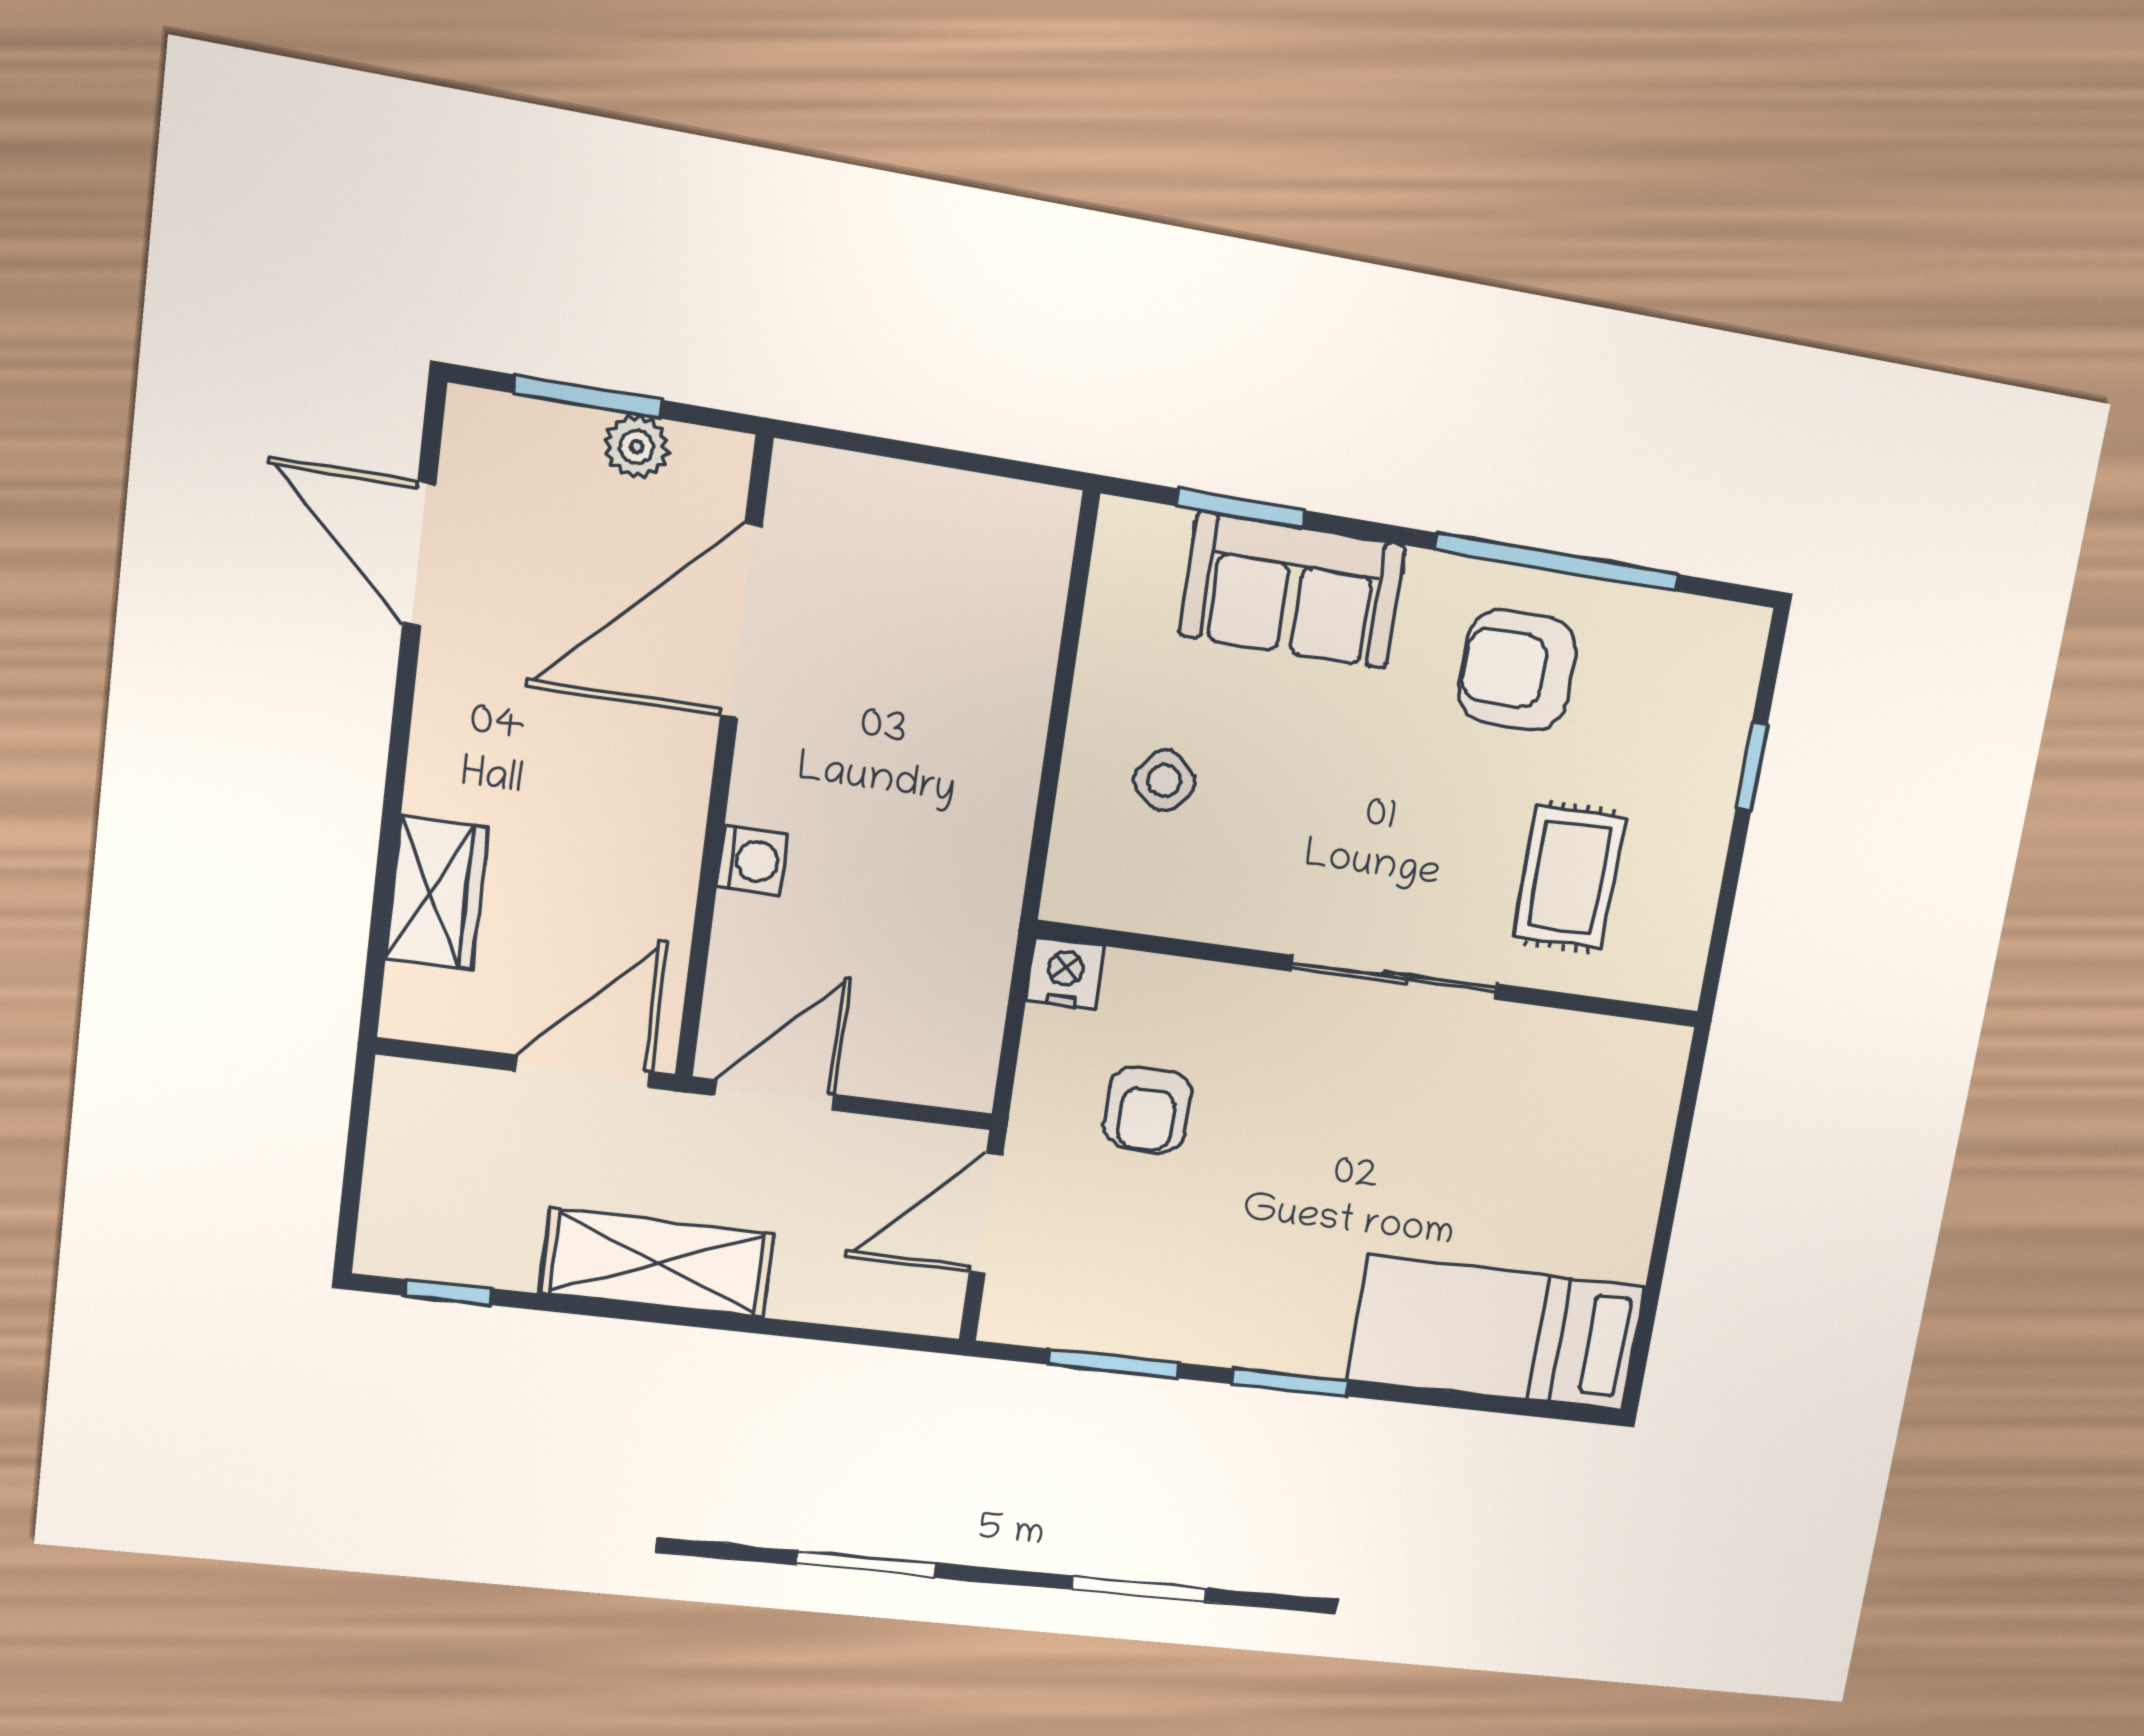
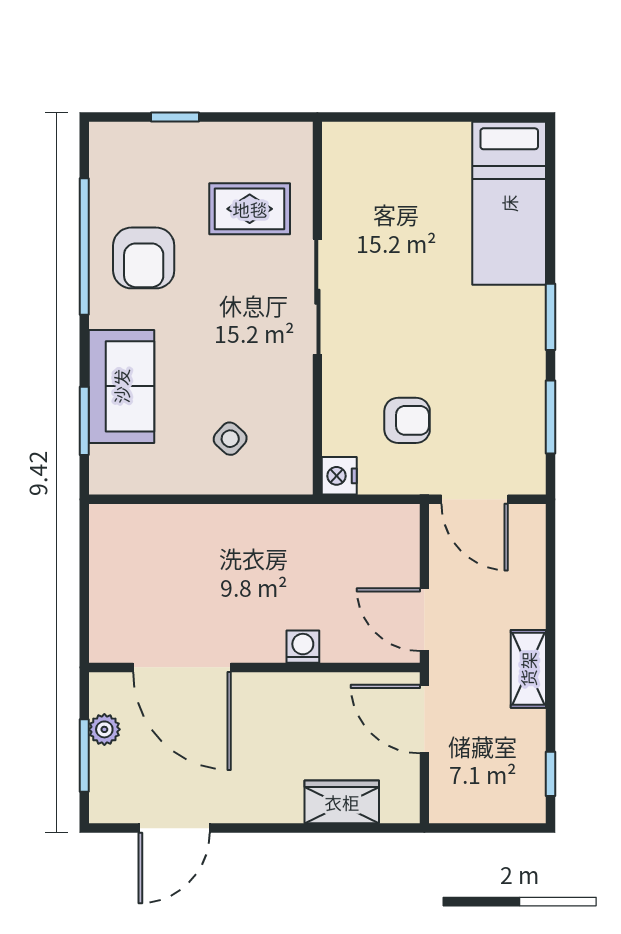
shelving: (657, 1263) -> (528, 669), width x0.67, depth x0.75

